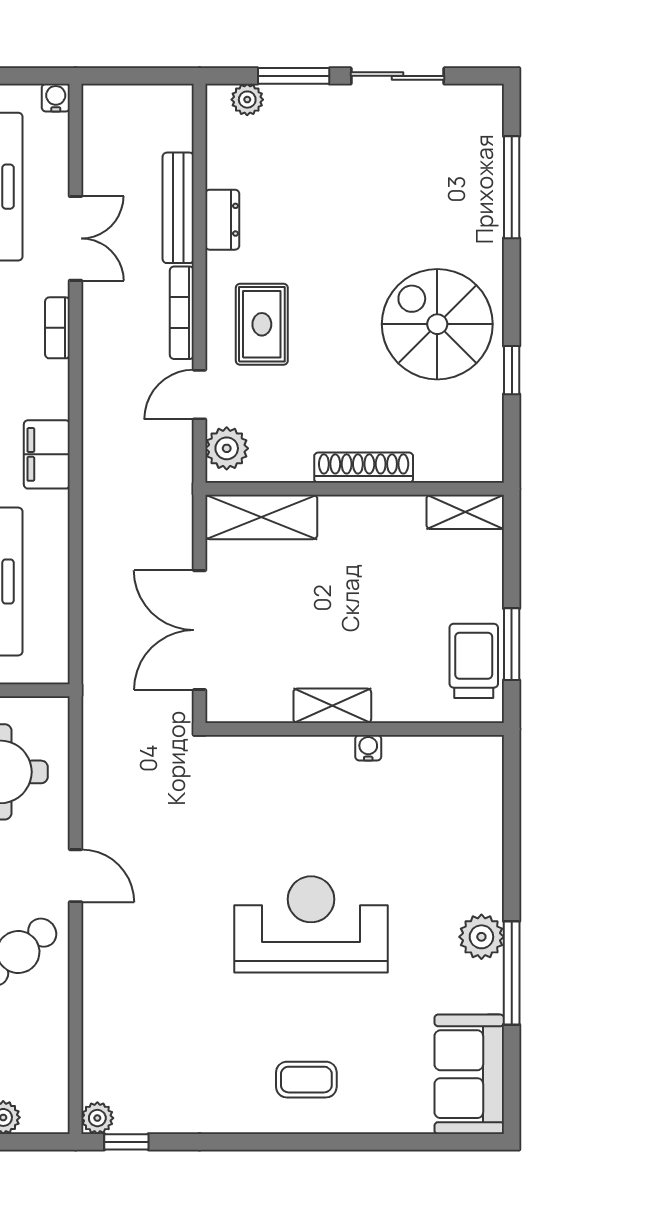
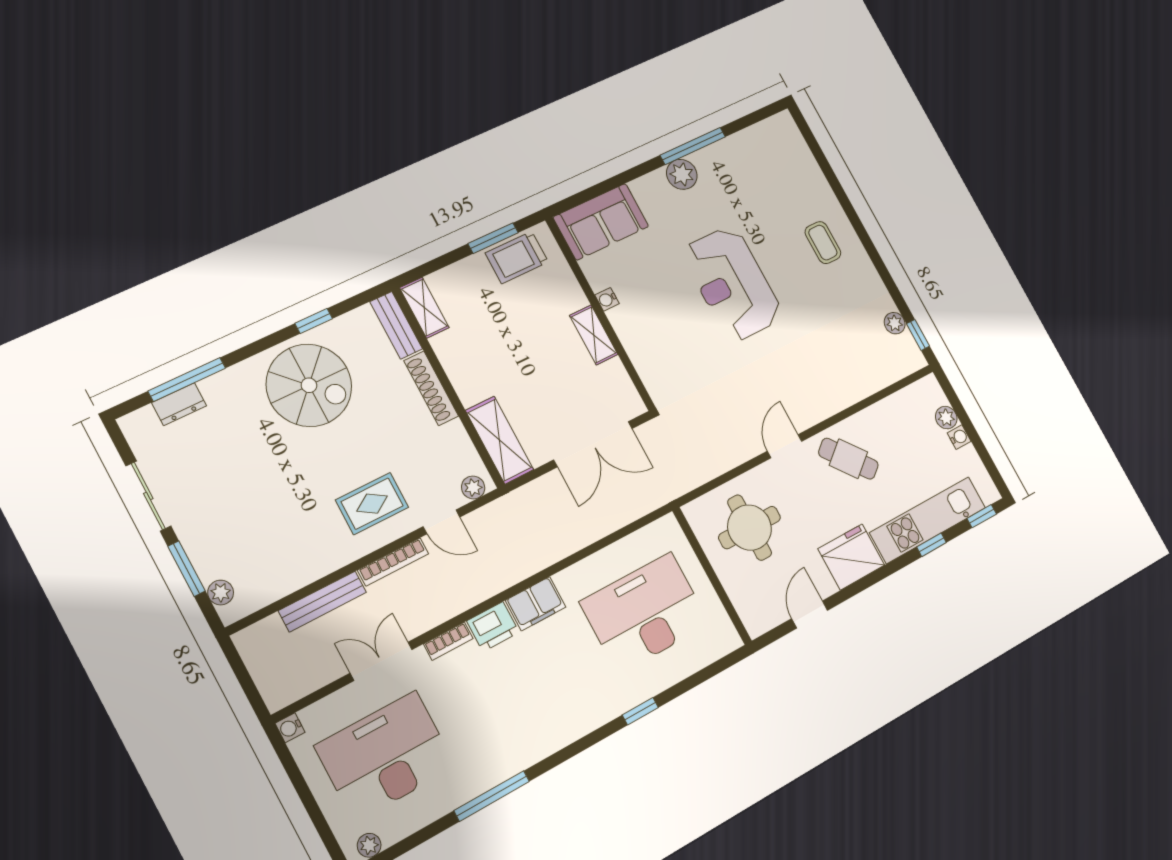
dresser: (222, 220) -> (179, 404), moved, turned 180
spiral stairs: (437, 324) -> (309, 385), turned -90
printer: (47, 389) -> (493, 627), added
plant: (227, 448) -> (473, 487), width x0.73, depth x0.73
bench: (460, 466) -> (396, 325), added
sofa: (469, 1074) -> (601, 222), moved
plant: (97, 1118) -> (895, 323), moved

